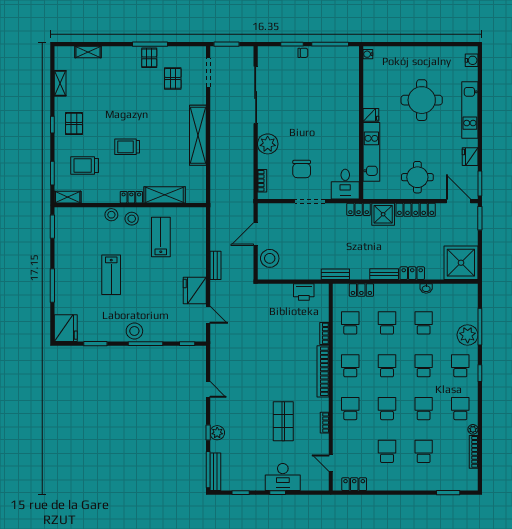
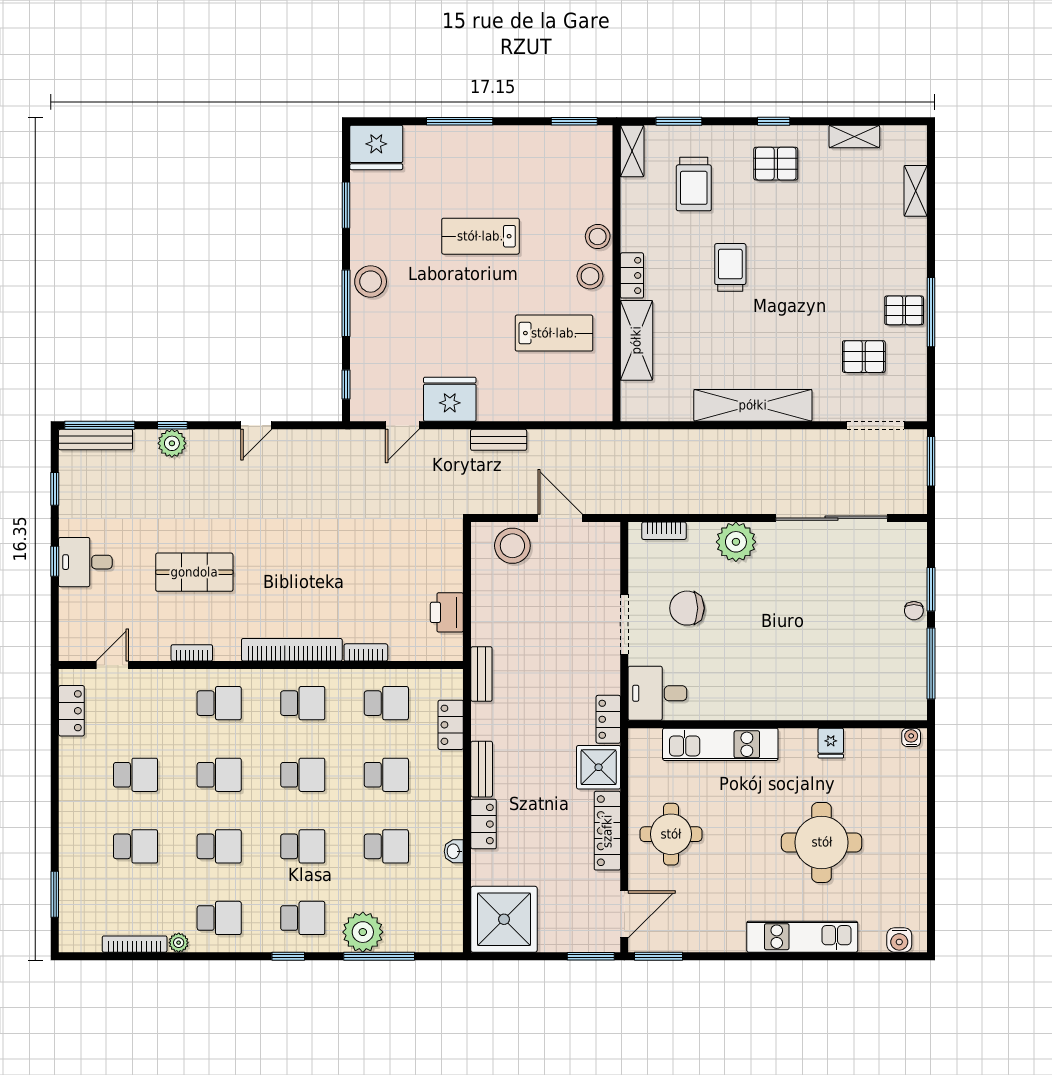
fridge: (371, 115) -> (831, 743), moved
fridge: (470, 157) -> (711, 937), removed
trolley: (85, 166) -> (694, 184), turned 180
desk: (283, 477) -> (85, 562), width x0.73

